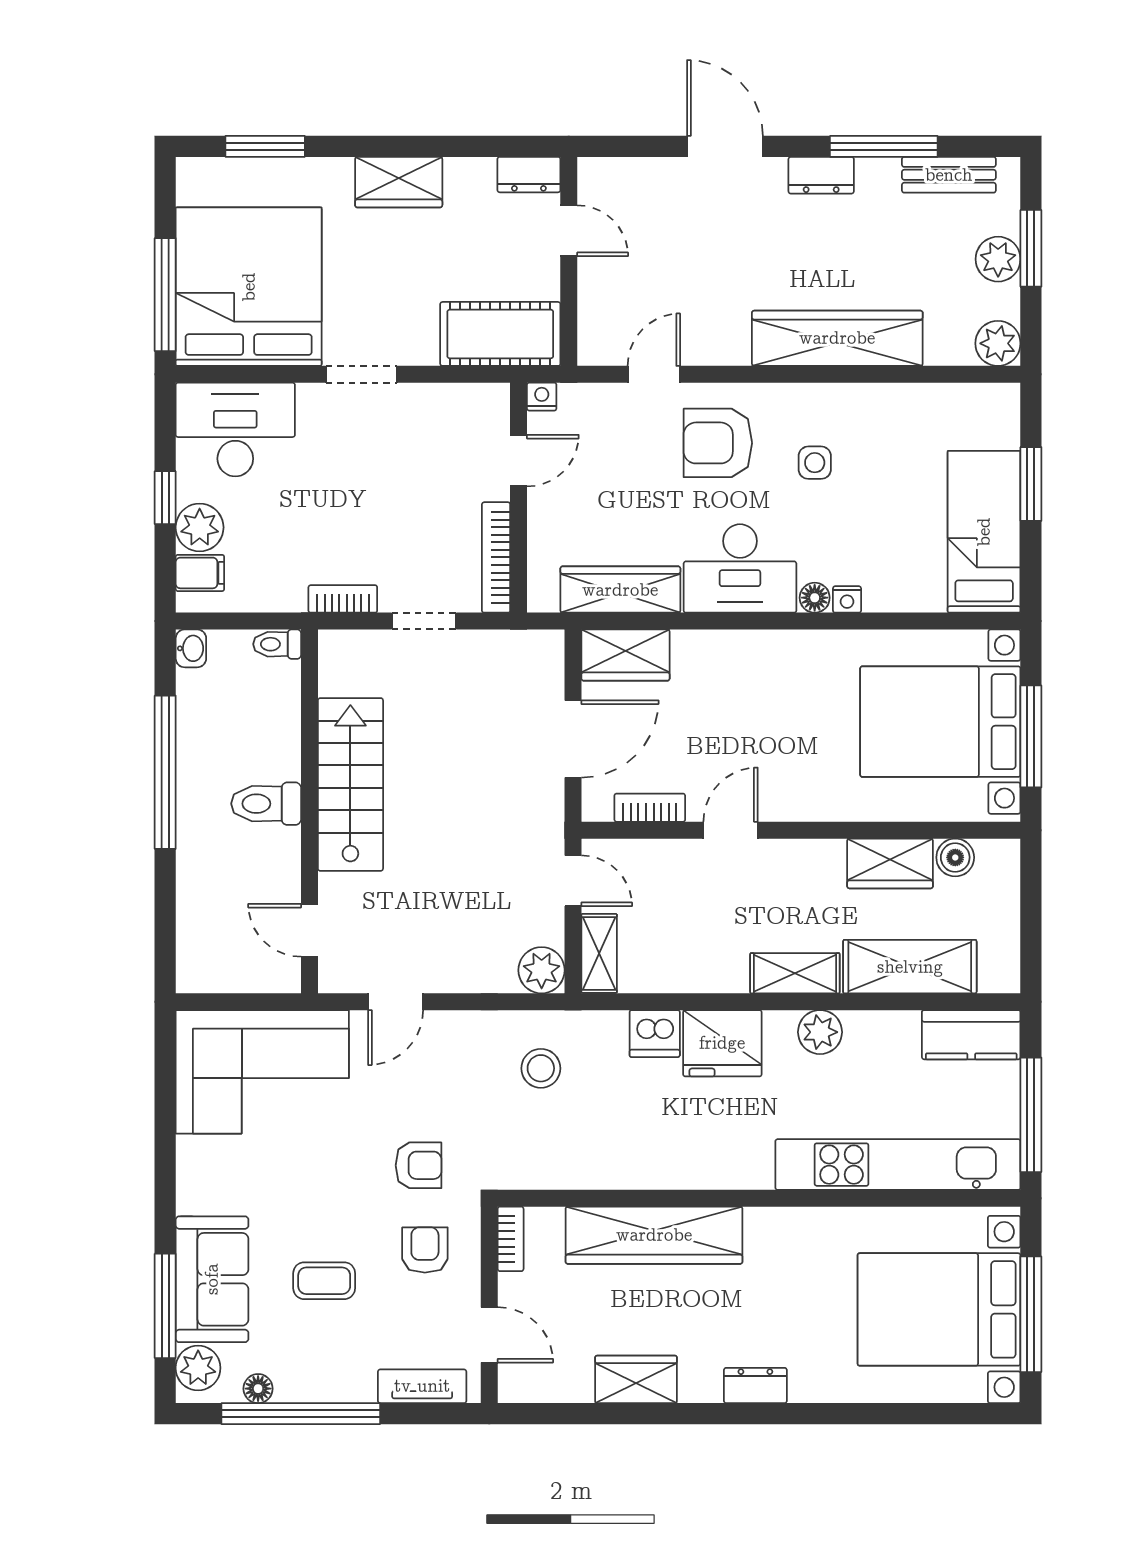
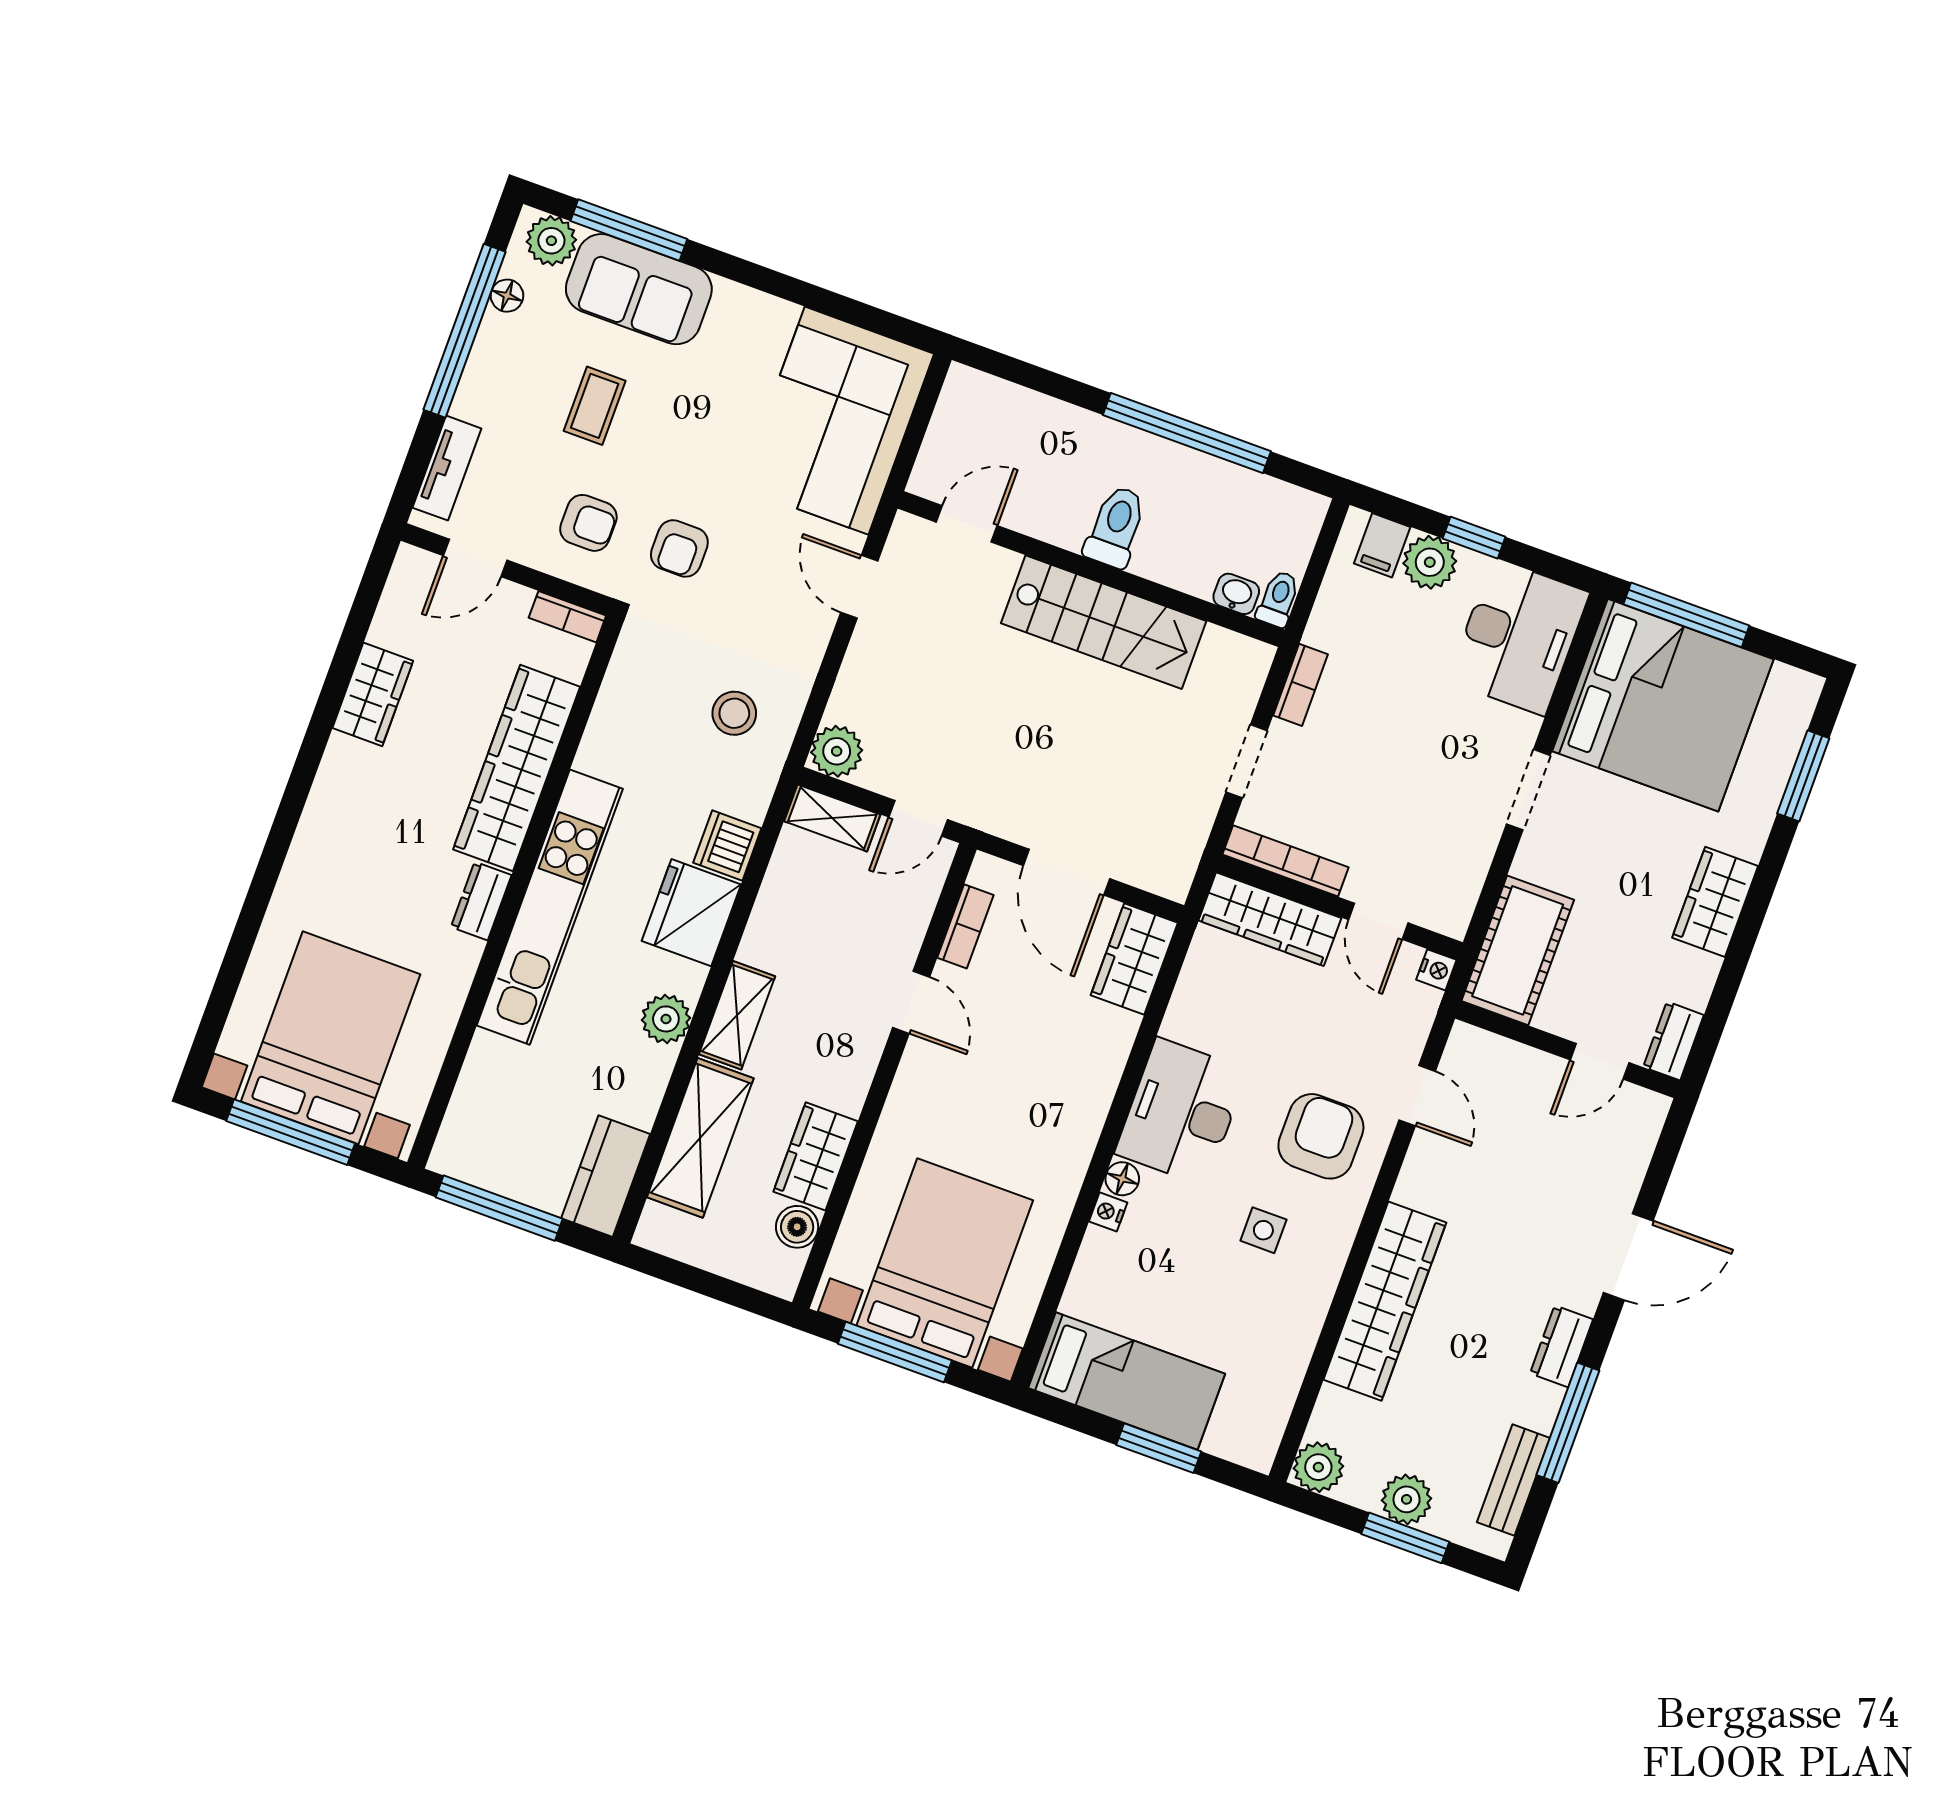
wardrobe: (620, 590) -> (1270, 919), moved, turned 90
washbasin: (191, 648) -> (1236, 594), moved, turned 180
kitchen unit: (898, 1165) -> (550, 907), moved
dresser: (755, 1385) -> (481, 901), moved, turned 180

